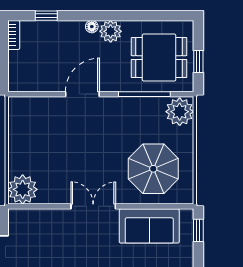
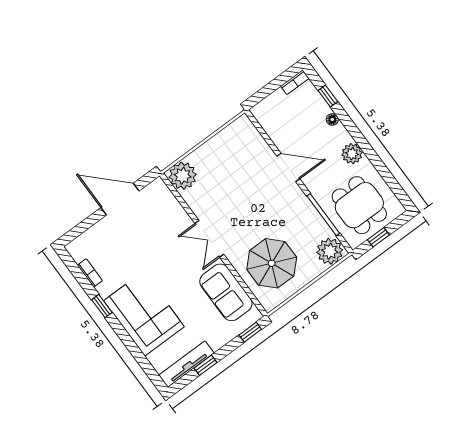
floor lamp: (92, 27) -> (332, 119), moved
double door: (93, 206) -> (209, 239), swing flipped

